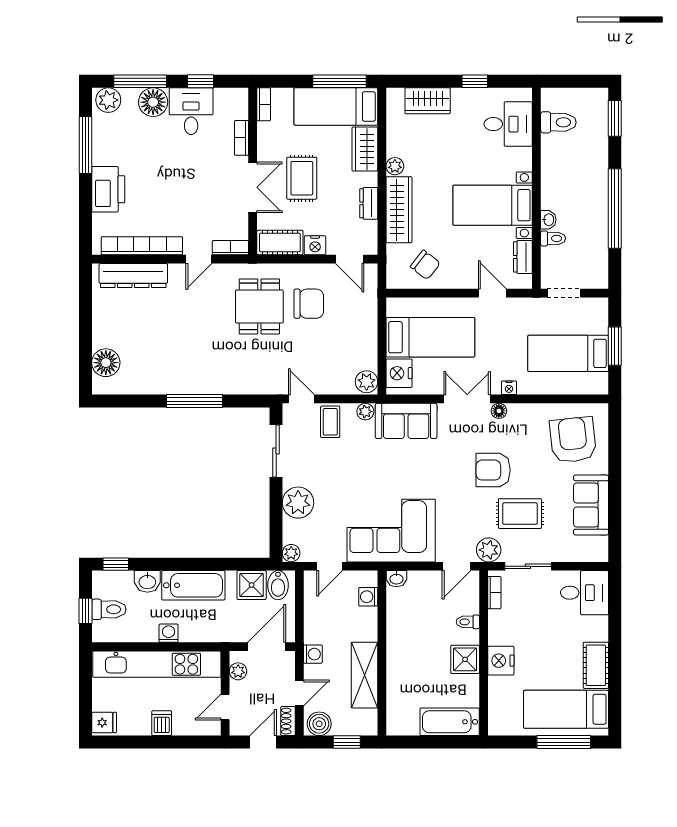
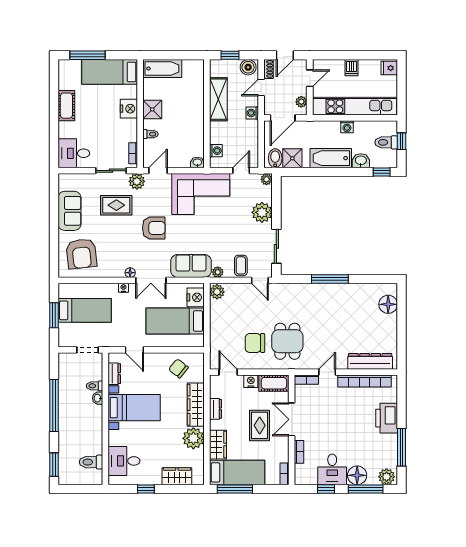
plant: (395, 166) -> (193, 438), width x1.88, depth x1.88
armchair: (493, 470) -> (154, 228), moved
bed: (566, 709) -> (110, 72), moved, turned 180

